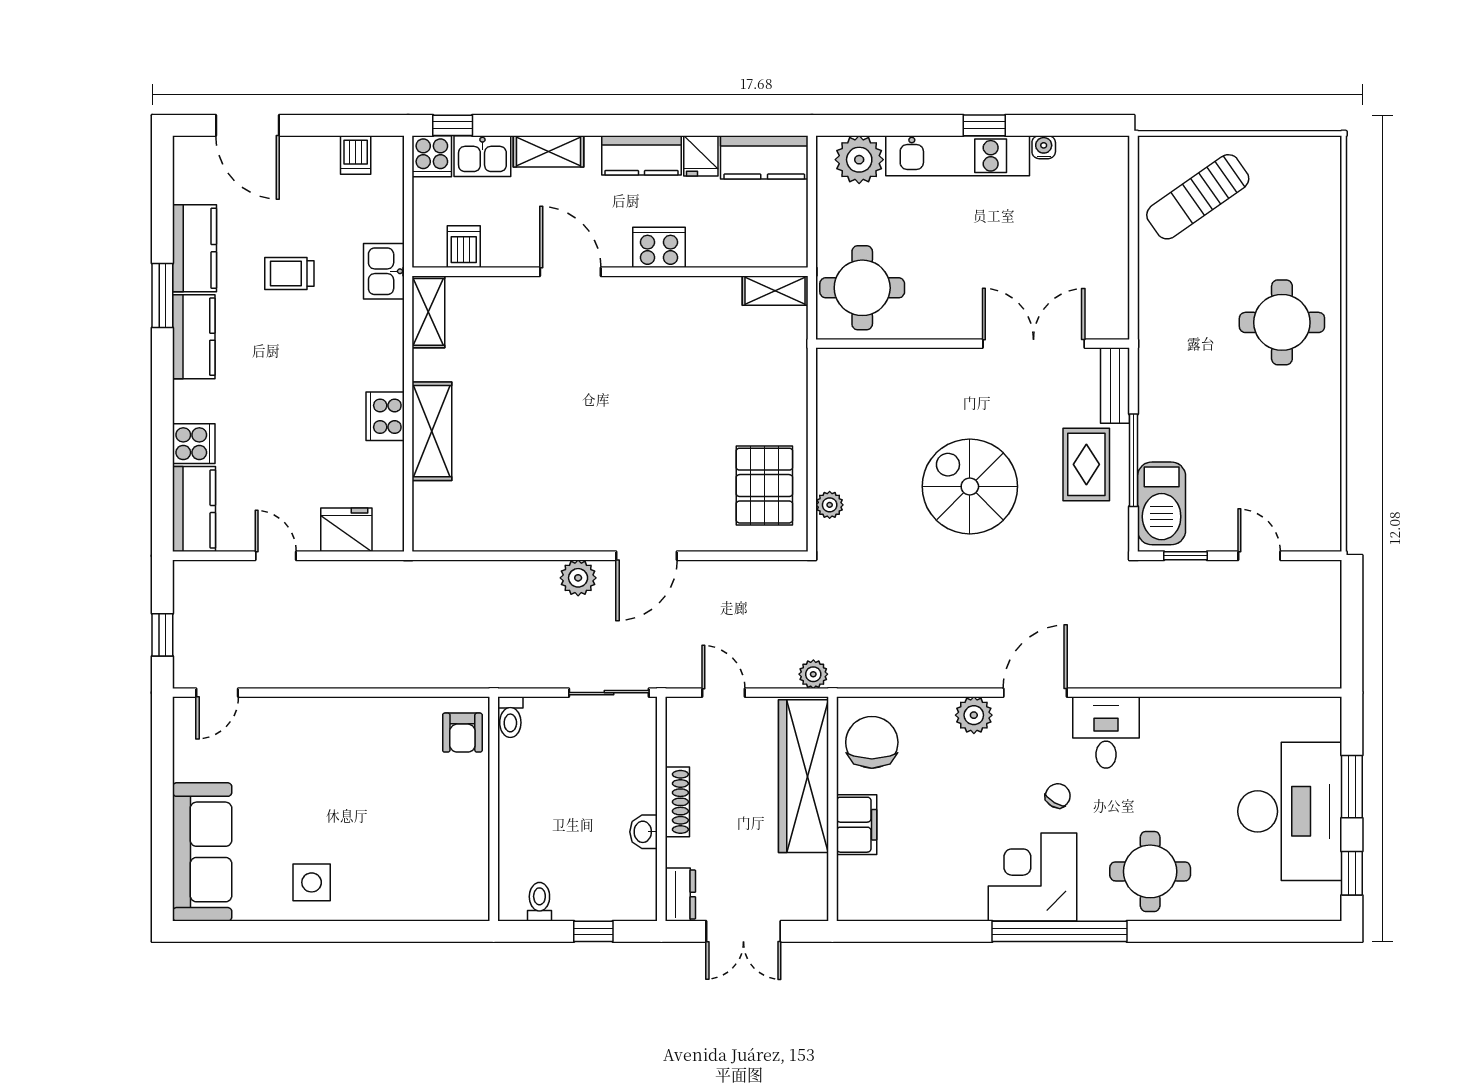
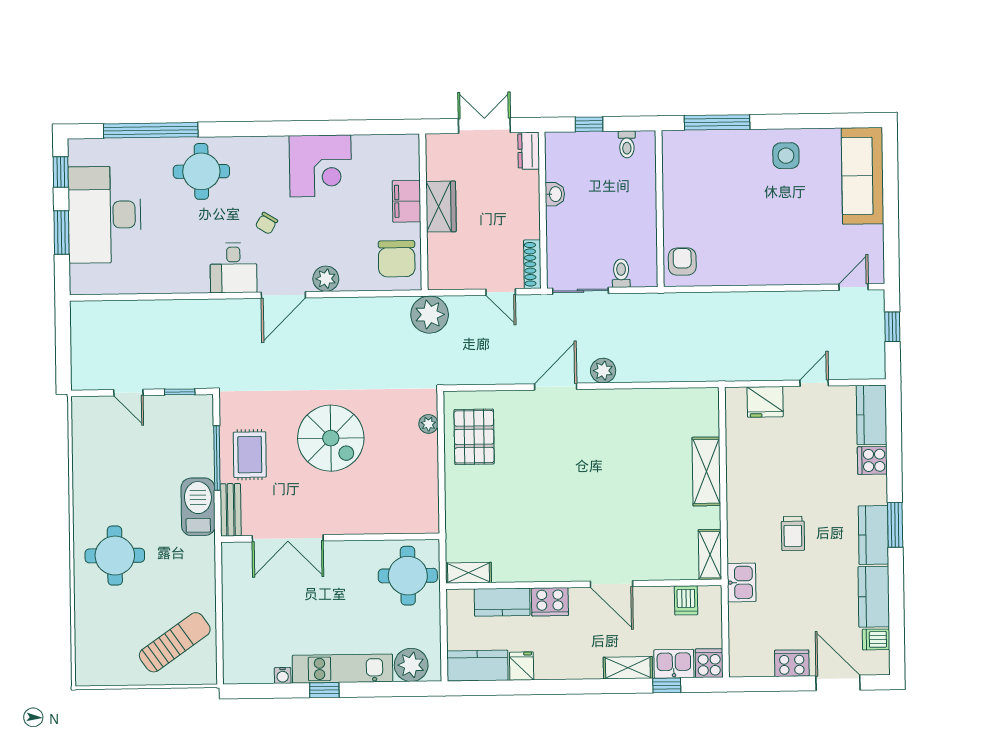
window: (453, 125) -> (667, 685), moved
dishwasher: (356, 155) -> (876, 639), moved, turned -90
kitchen counter: (641, 155) -> (502, 602), moved, turned 180
trolley: (289, 274) -> (793, 533), moved, turned 90
window: (162, 296) -> (895, 525), moved
cooker: (385, 416) -> (792, 663), moved, turned -90
barbecue: (1162, 503) -> (198, 507), moved
door: (276, 556) -> (814, 383), swing flipped
plant: (813, 674) -> (430, 315), width x1.87, depth x1.87
toilet: (510, 717) -> (621, 273), moved
wardrobe: (804, 776) -> (441, 207), width x0.48, depth x0.85
shoe rack: (677, 802) -> (532, 264), moved
corner desk: (1032, 877) -> (320, 166), moved
window: (410, 931) -> (717, 122), added
window: (1060, 931) -> (151, 130), moved

